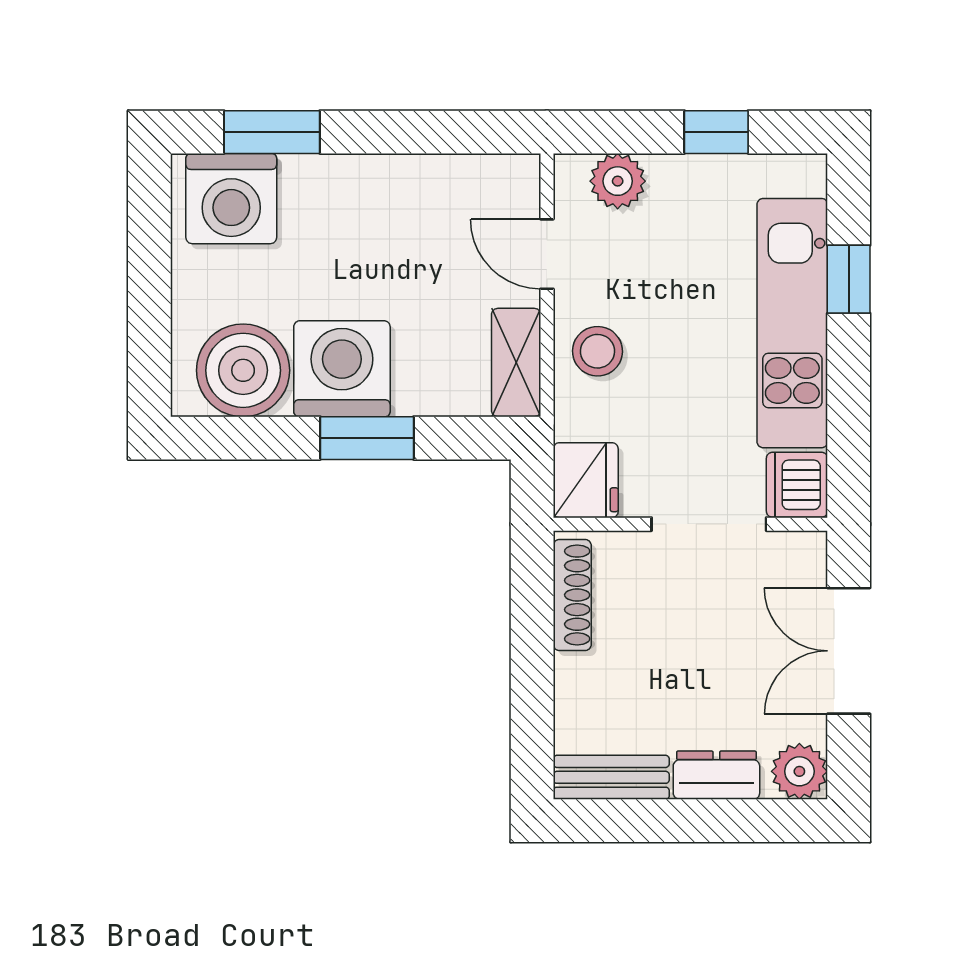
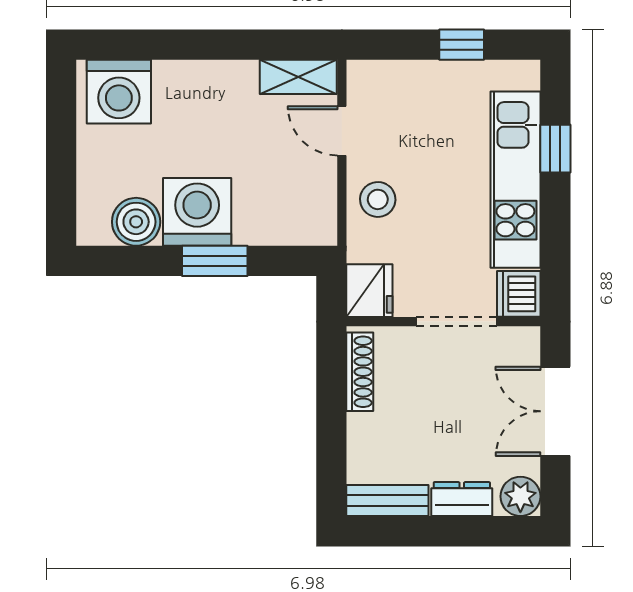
window: (272, 132) -> (148, 45), removed
plant: (618, 181) -> (392, 79), removed
shelving: (516, 363) -> (298, 77), moved, turned 90
boiler: (243, 370) -> (136, 222), width x0.73, depth x0.73

